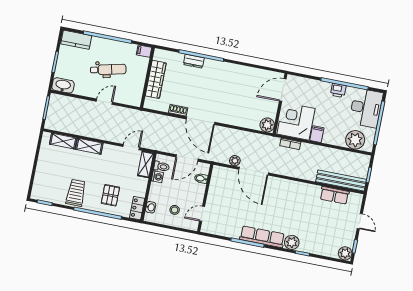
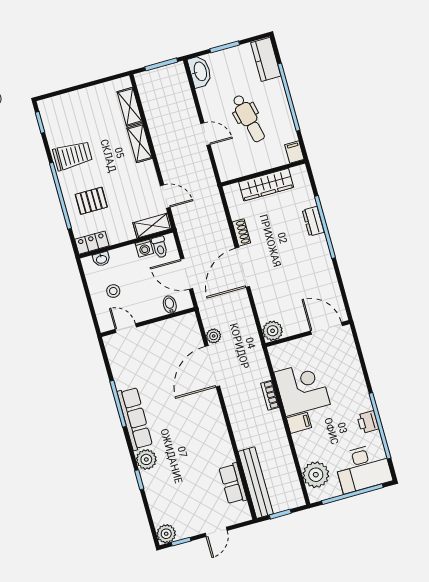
door: (283, 90) -> (326, 328), moved
wall: (280, 104) -> (308, 334), moved
plant: (267, 125) -> (273, 331), moved

